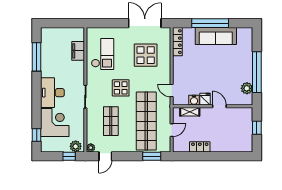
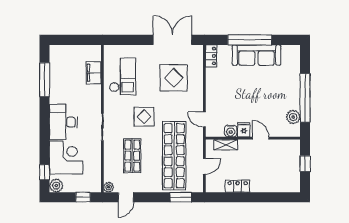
locker: (177, 42) -> (211, 56), width x0.66
plant: (76, 146) -> (56, 186), moved

